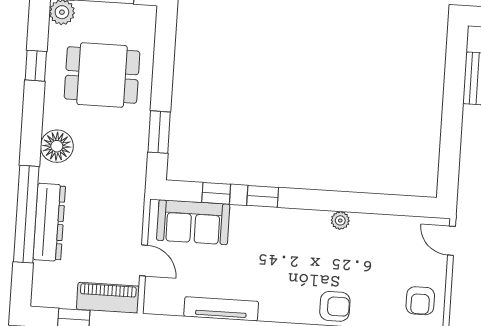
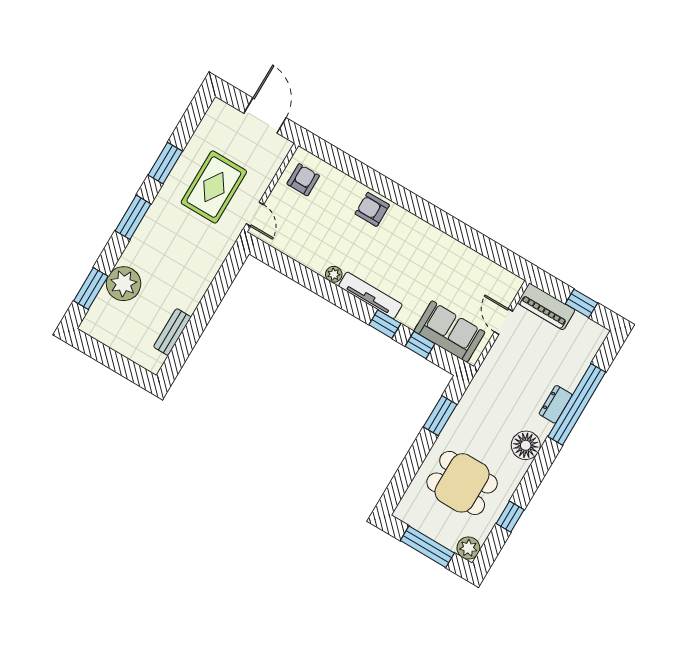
dresser: (49, 222) -> (556, 404), width x0.51, depth x0.80
tv unit: (221, 309) -> (370, 295), moved, turned 180

